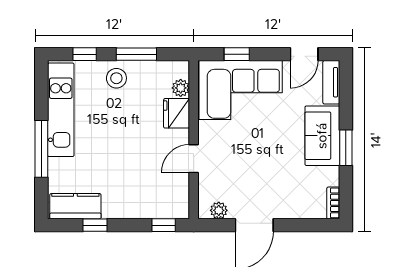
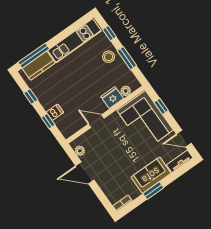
window: (41, 149) -> (34, 56), moved
kitchen counter: (75, 206) -> (39, 66), moved, turned 90
dishwasher: (141, 207) -> (55, 112), added
window: (164, 225) -> (48, 121), moved

